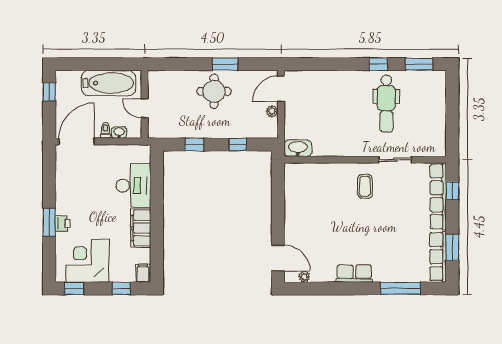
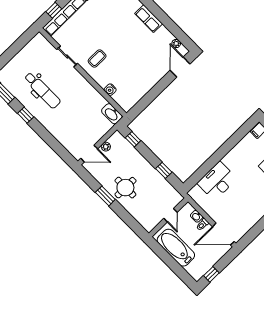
dental chair: (386, 104) -> (42, 90), turned 90
window: (238, 144) -> (133, 139), moved
water cooler: (323, 169) -> (110, 90), added
filing cabinet: (141, 228) -> (236, 155), removed

